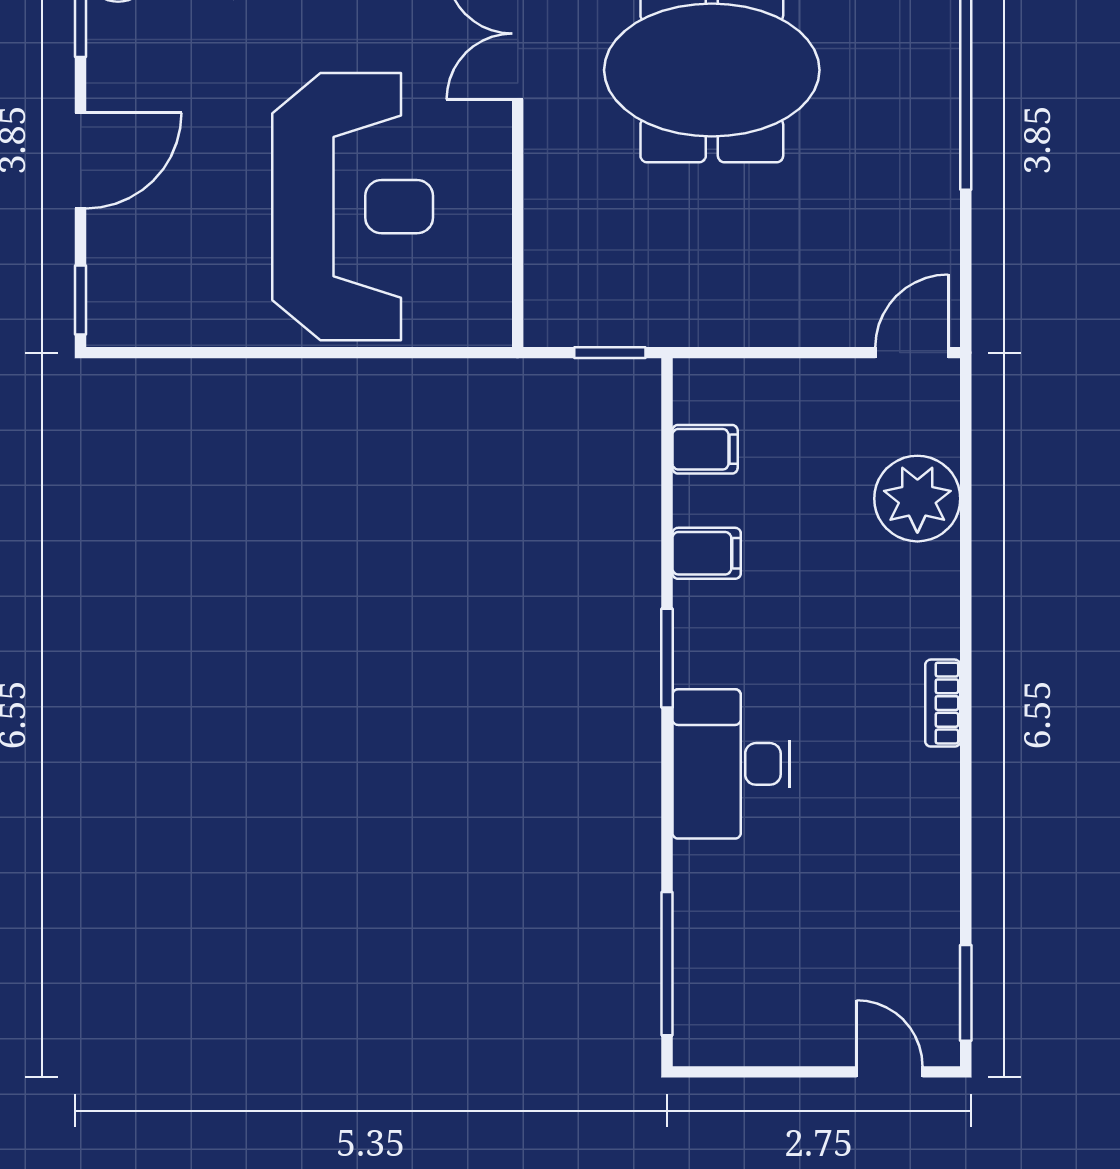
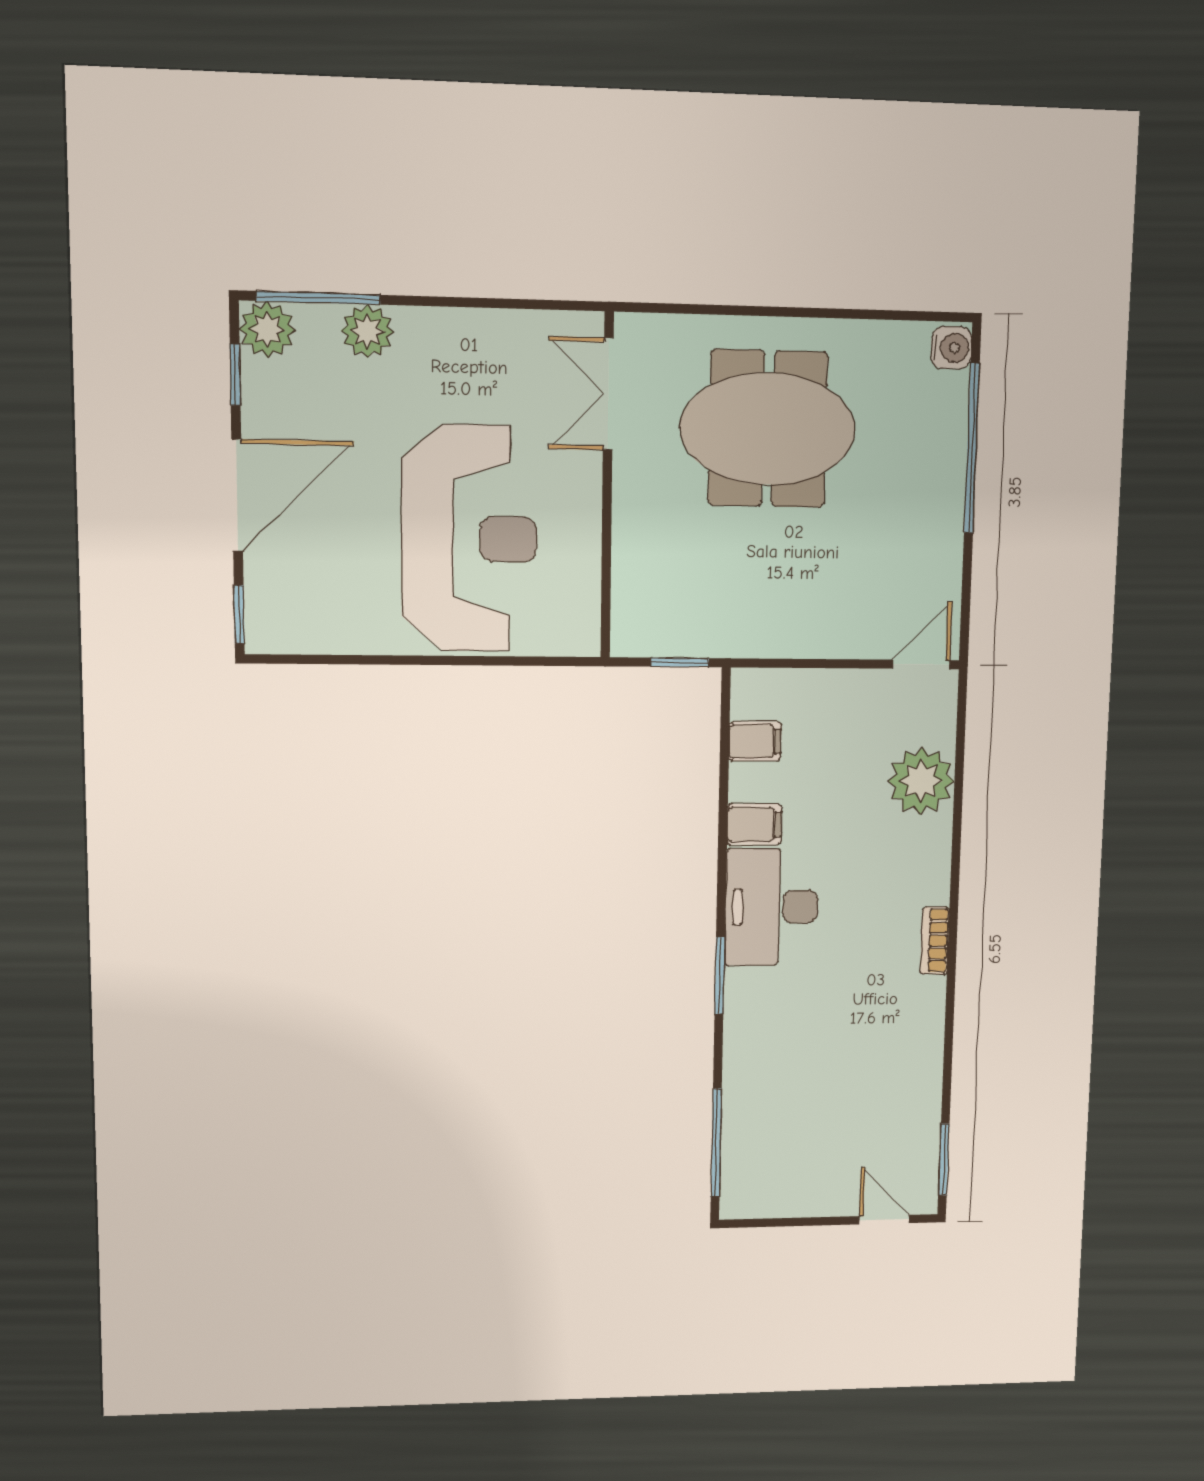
door: (81, 161) -> (237, 495), width x1.36
window: (667, 658) -> (720, 976), moved
desk: (731, 764) -> (772, 907), moved

